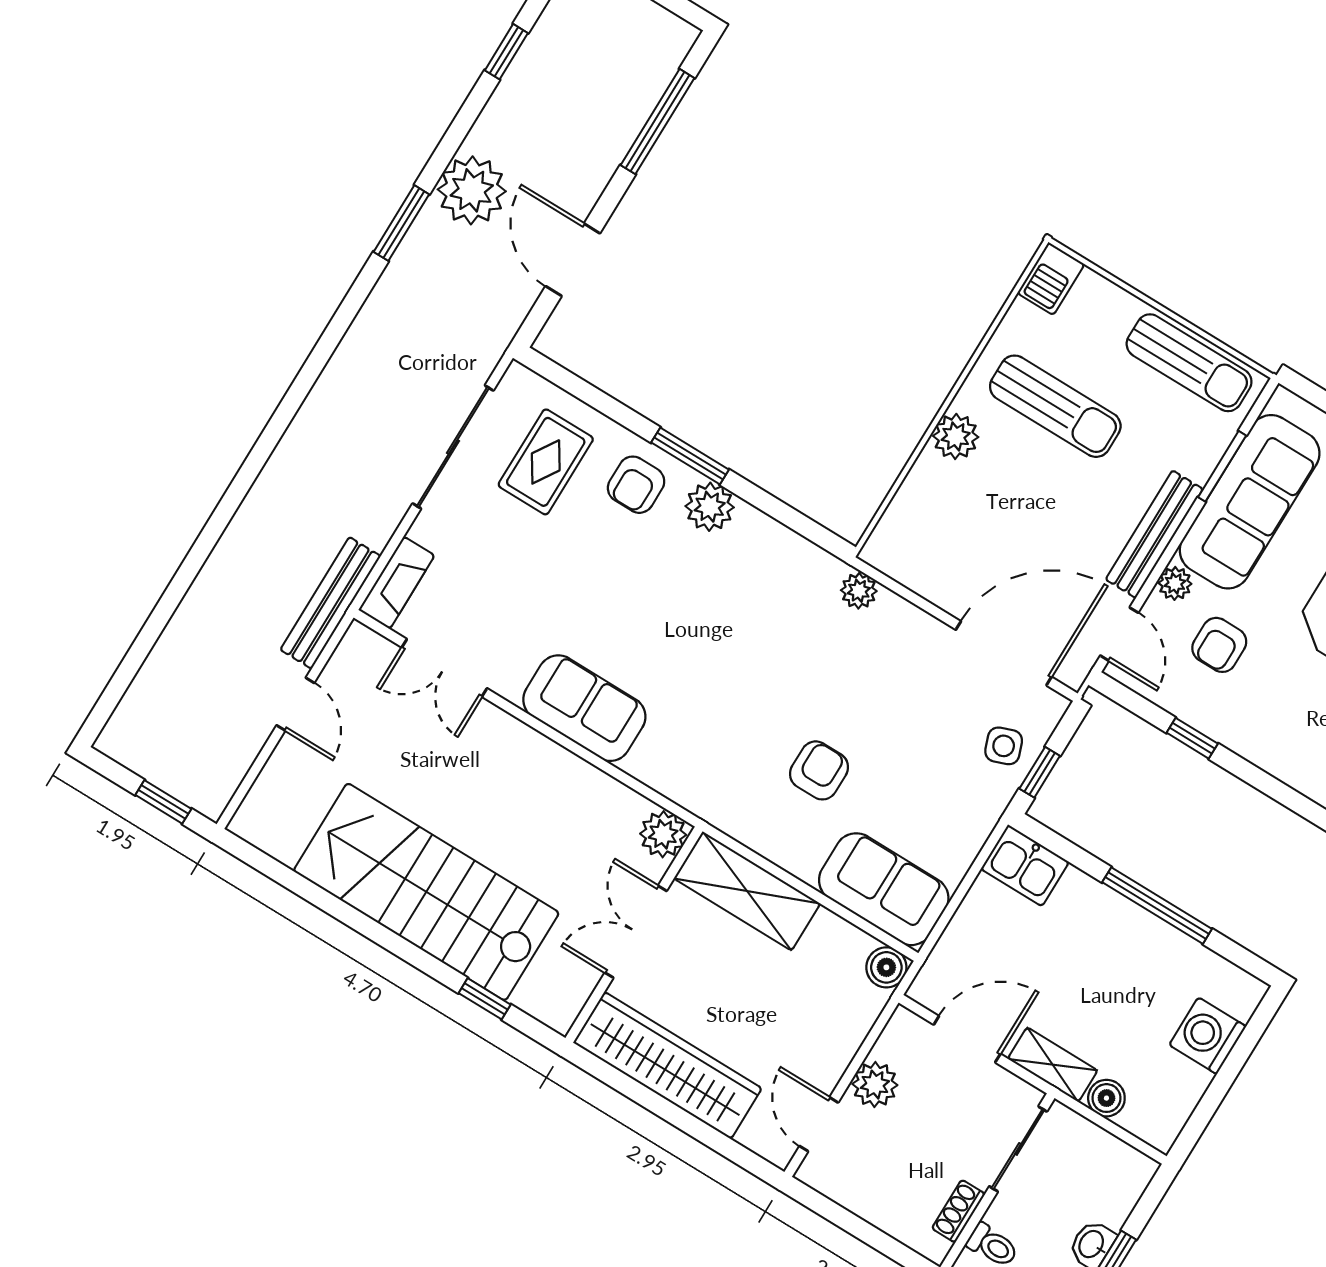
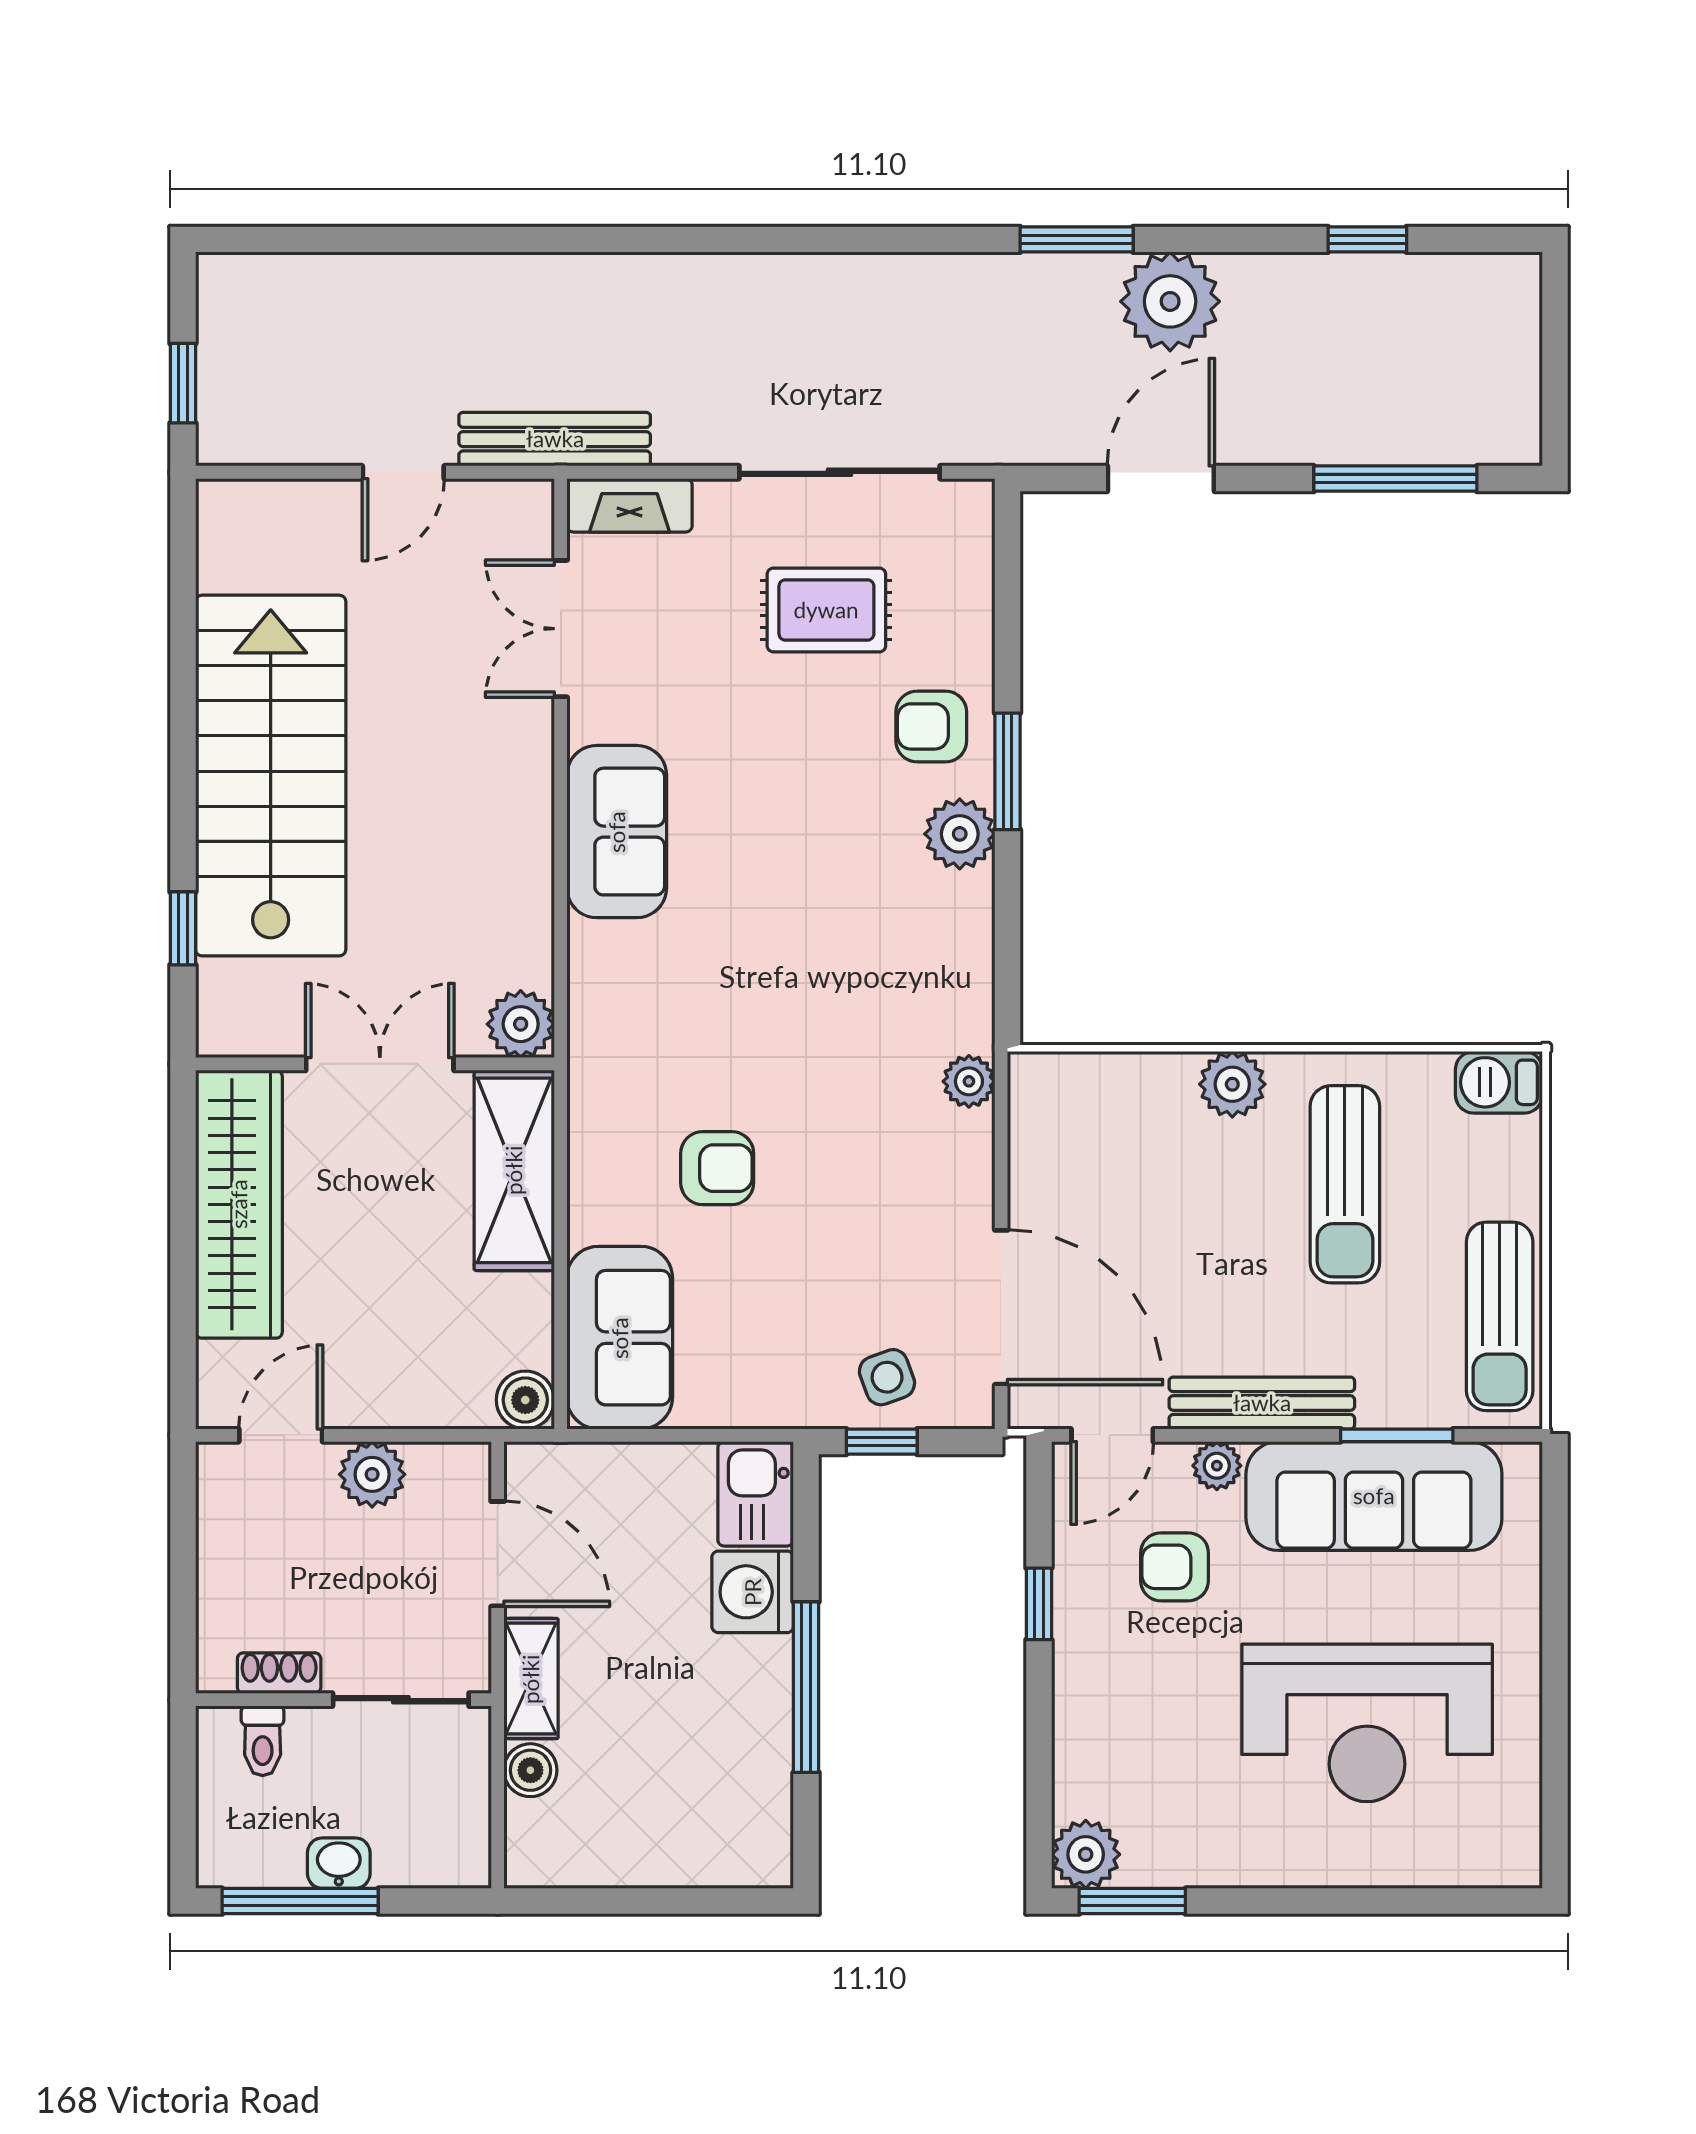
rug: (546, 462) -> (826, 610), moved
washing machine: (1208, 1036) -> (753, 1592), moved, turned -90

